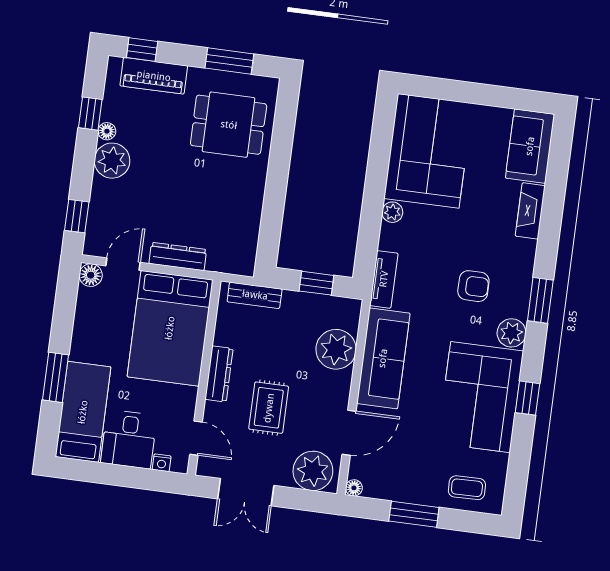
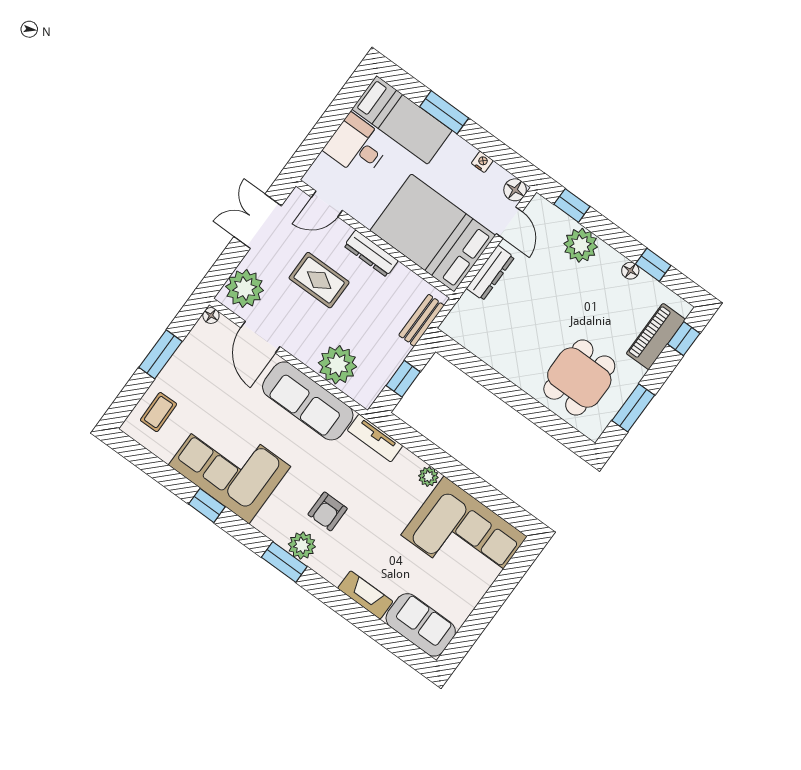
plant: (112, 161) -> (581, 245), moved
plant: (511, 333) -> (302, 545), moved
nightstand: (162, 463) -> (482, 162), moved, turned 90

